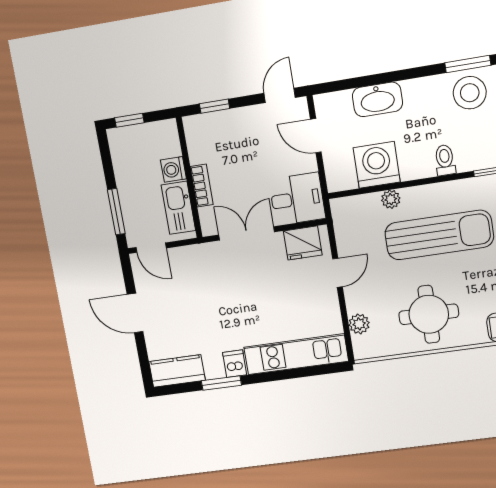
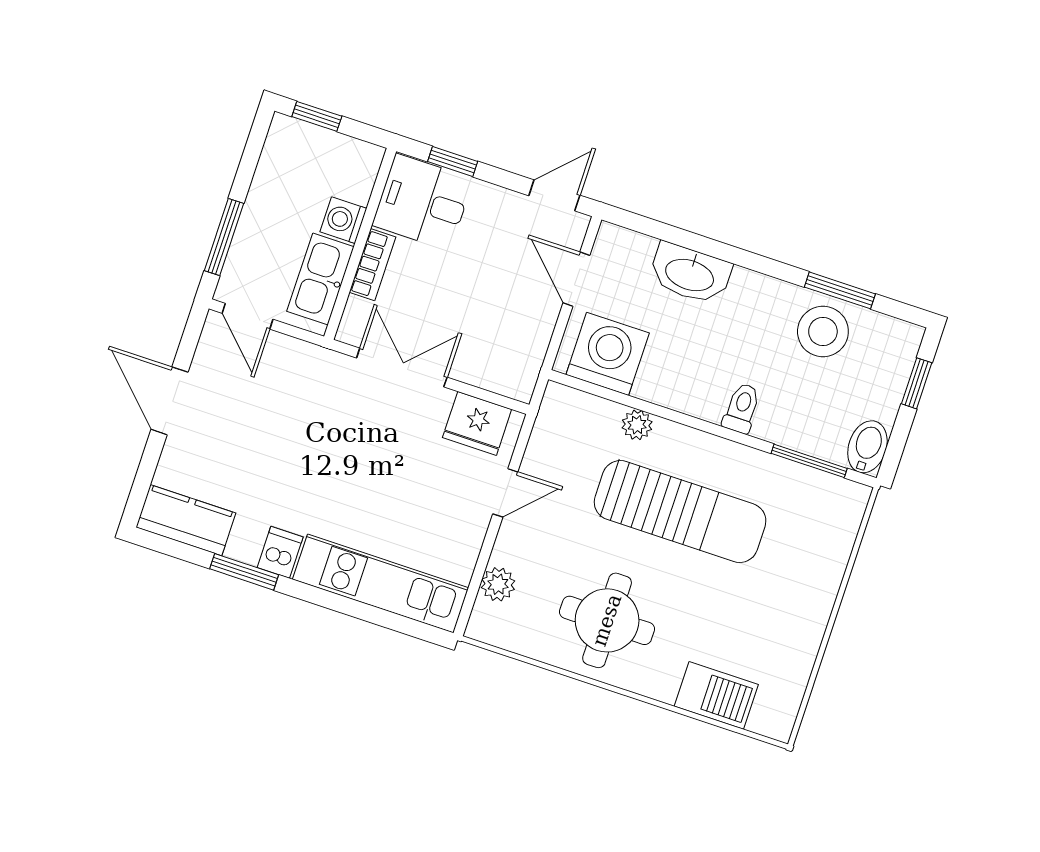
washing machine: (377, 165) -> (608, 354), moved
desk: (297, 199) -> (423, 202), moved, turned 180

